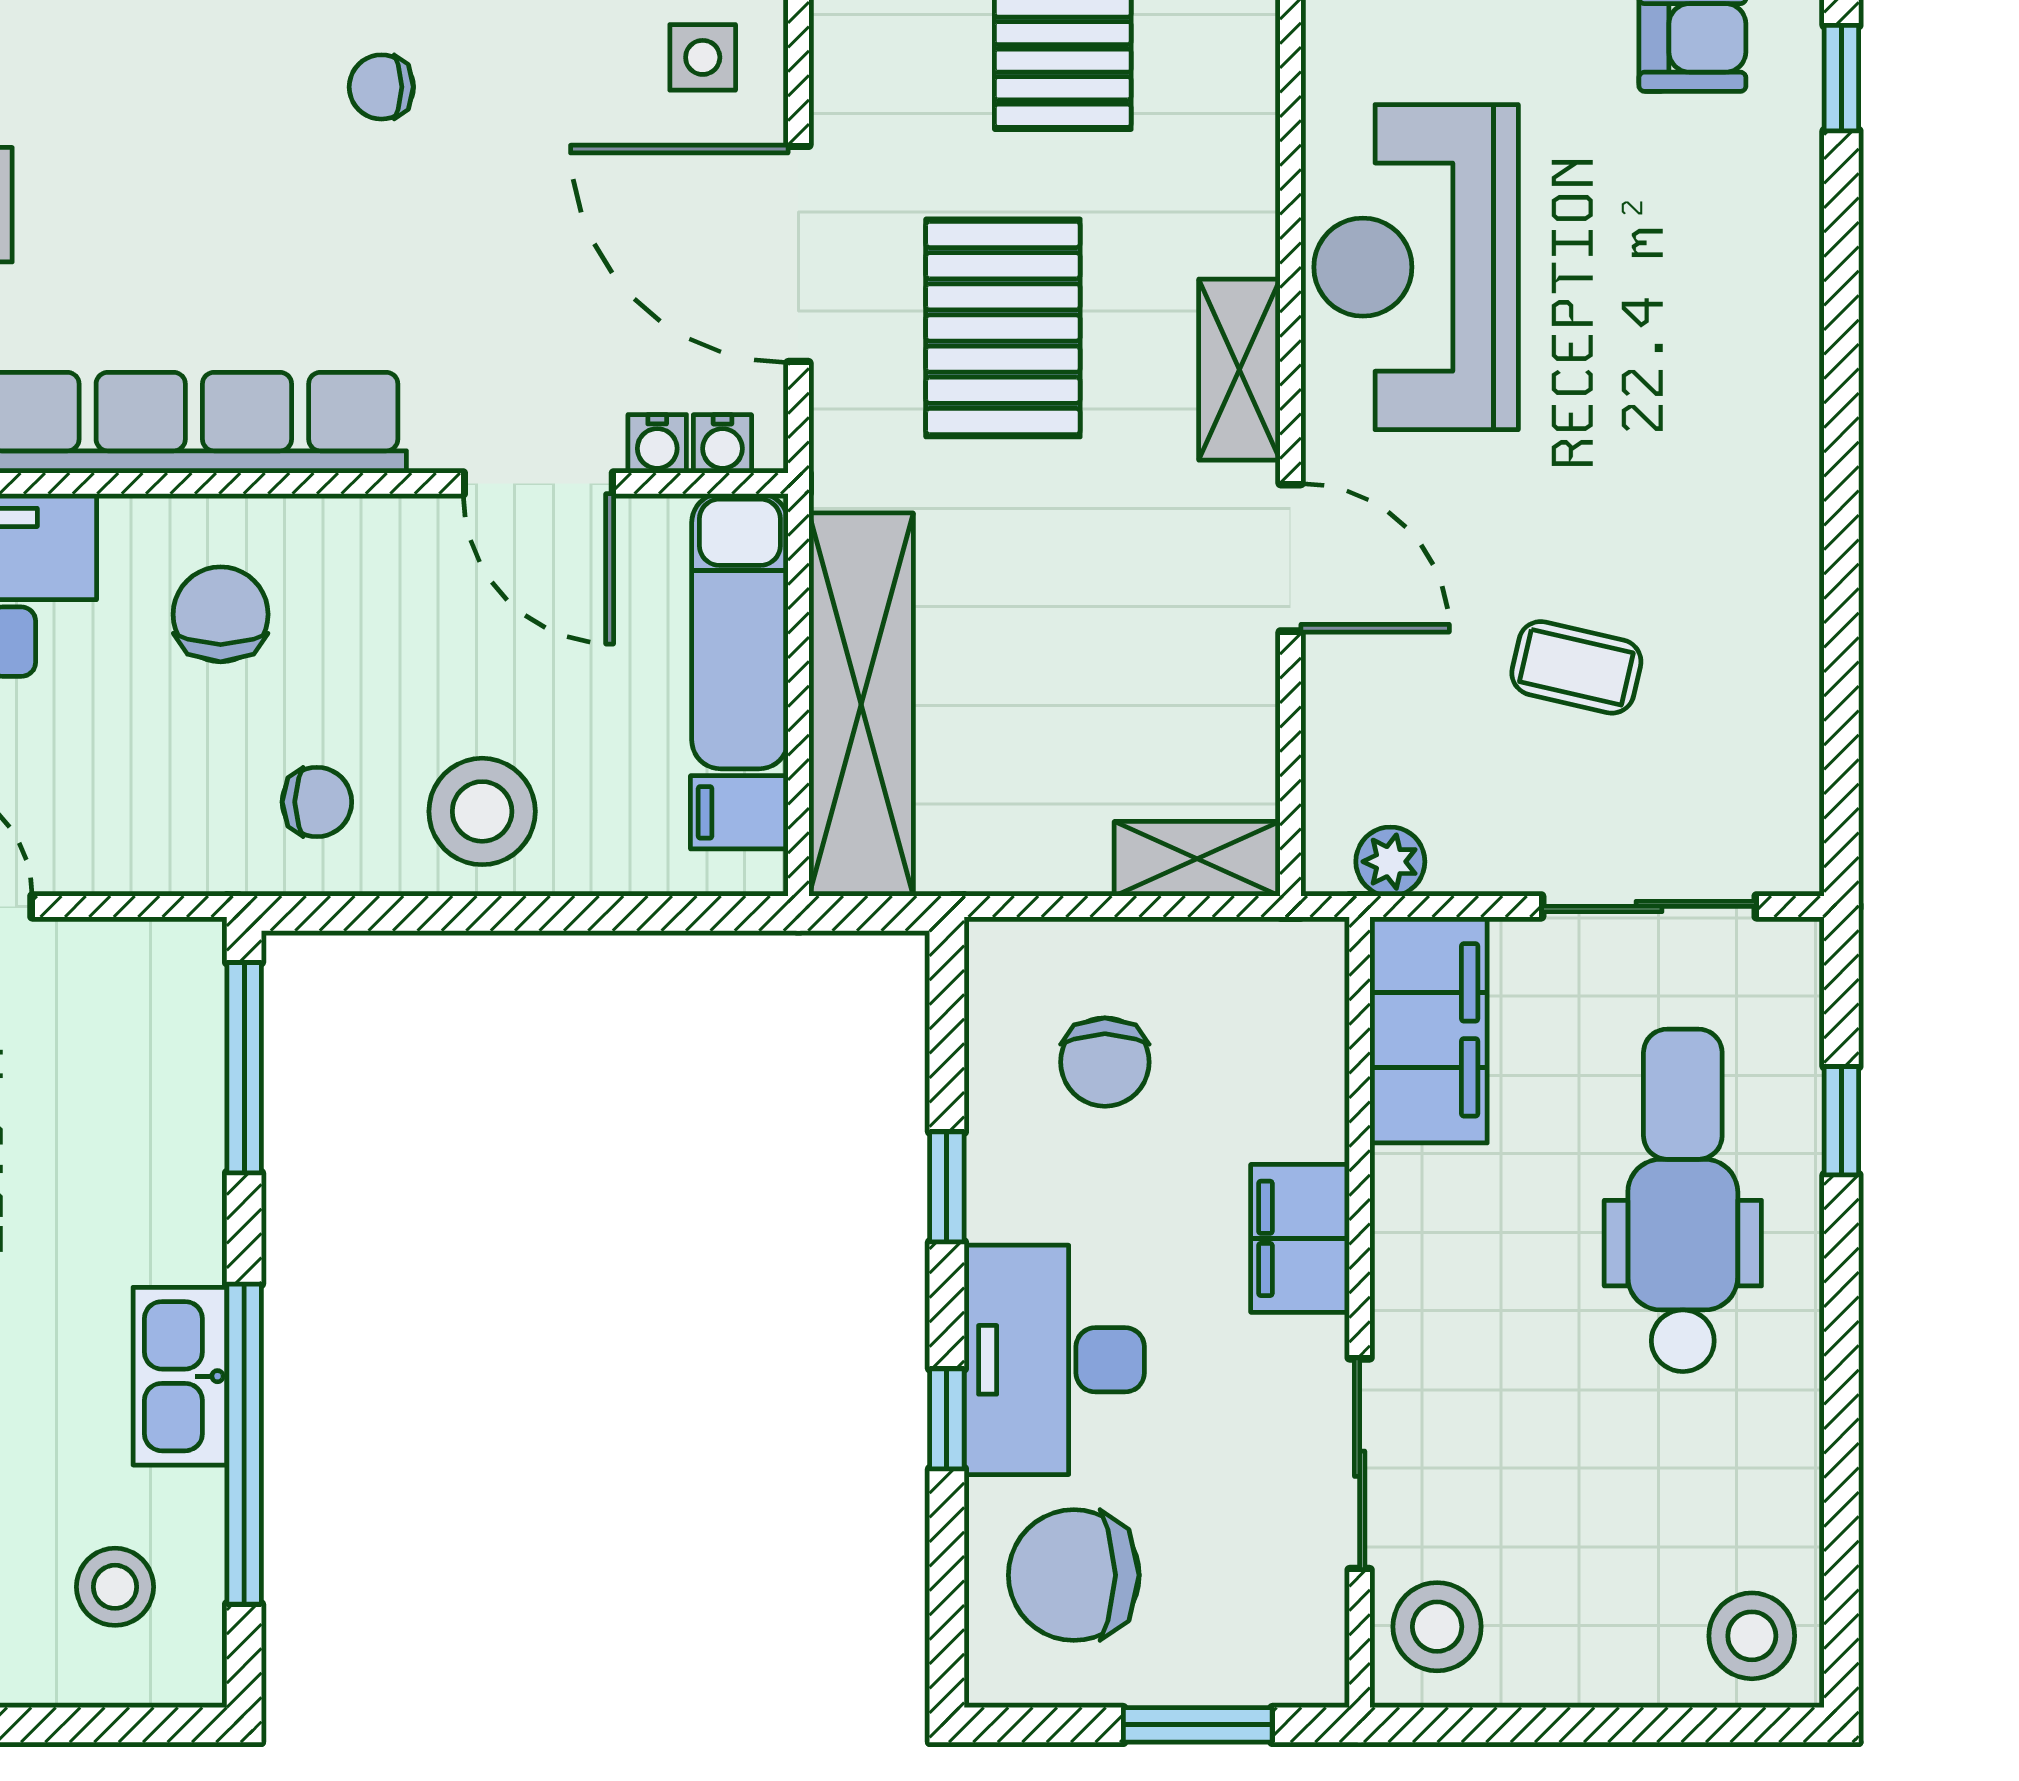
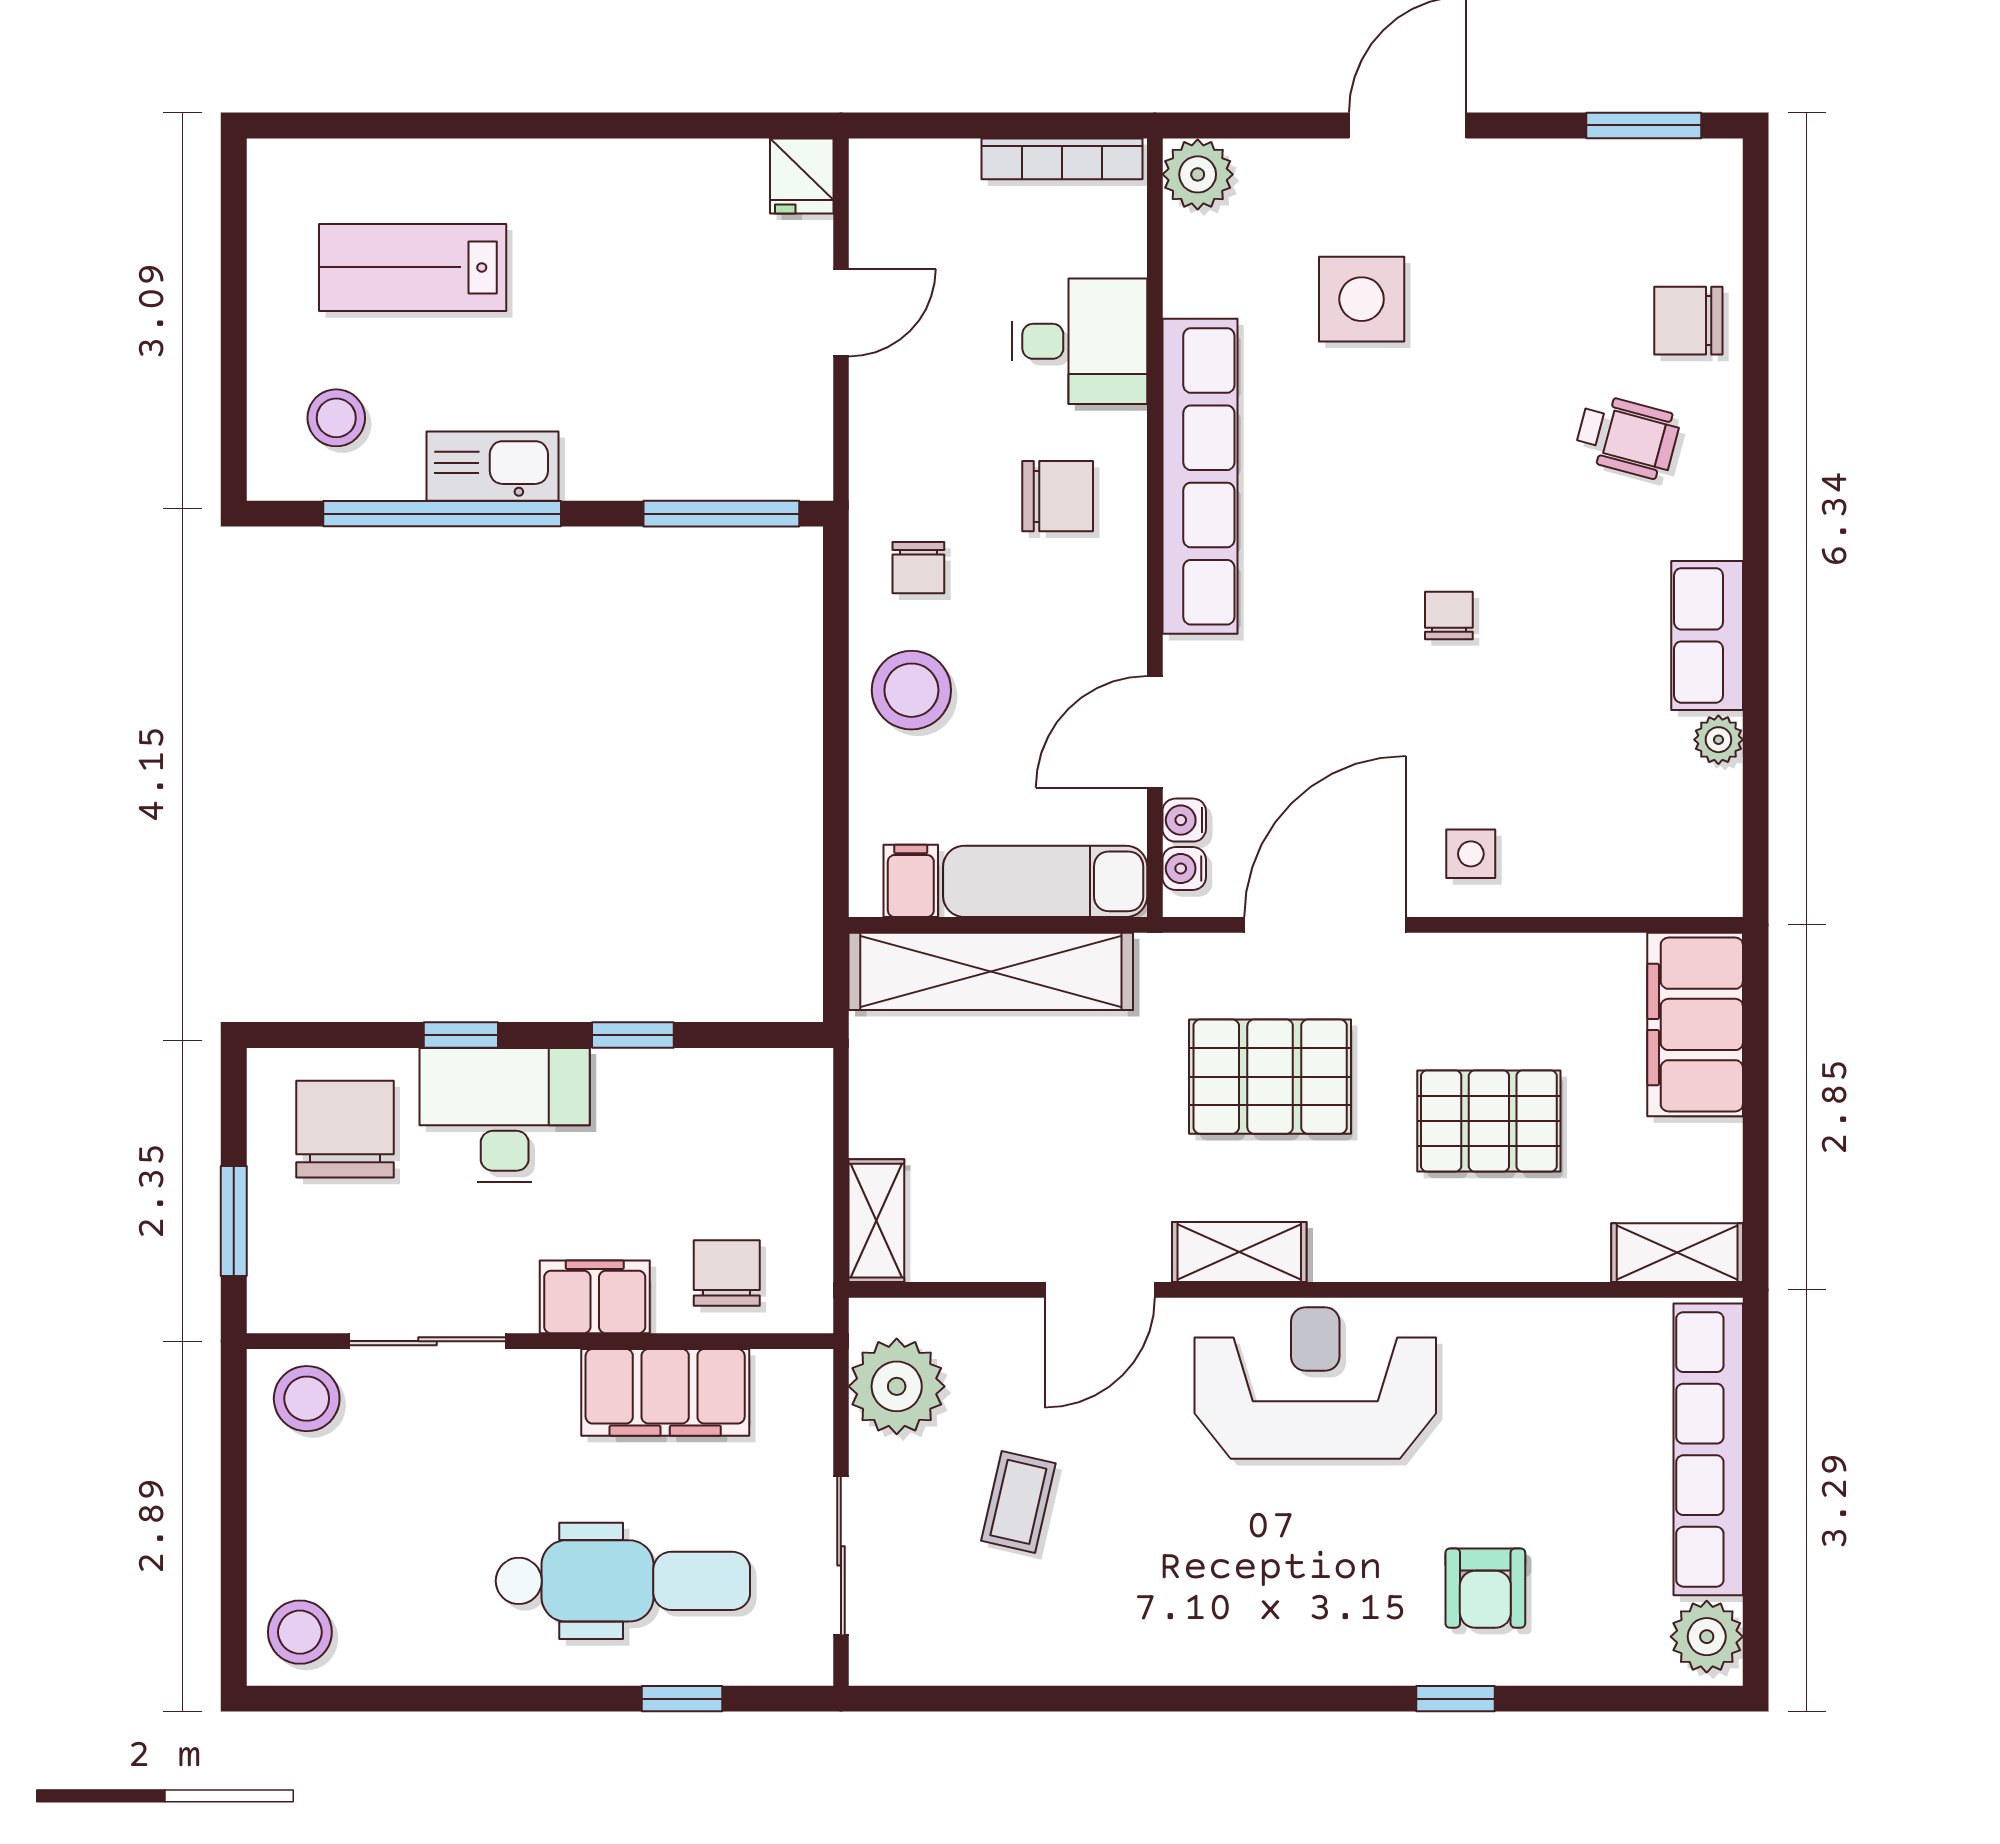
plant: (1390, 862) -> (897, 1386), width x1.87, depth x1.87
filing cabinet: (1429, 1030) -> (665, 1392), moved
chair: (1105, 1062) -> (727, 1273), moved, turned 90

